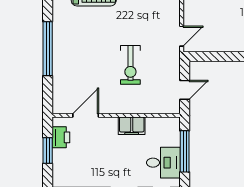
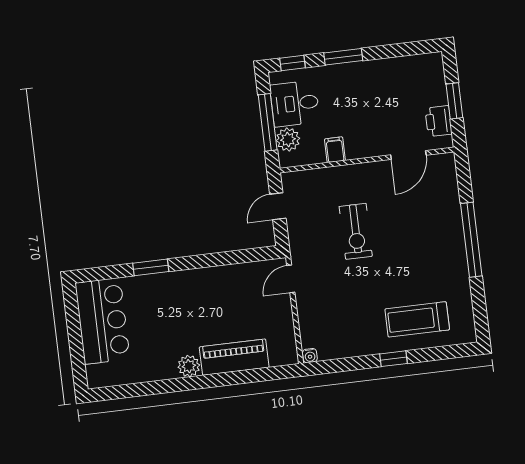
exercise bike: (130, 65) -> (356, 231), turned 180
filing cabinet: (132, 126) -> (335, 150), width x0.50
plant: (171, 137) -> (288, 139), added

